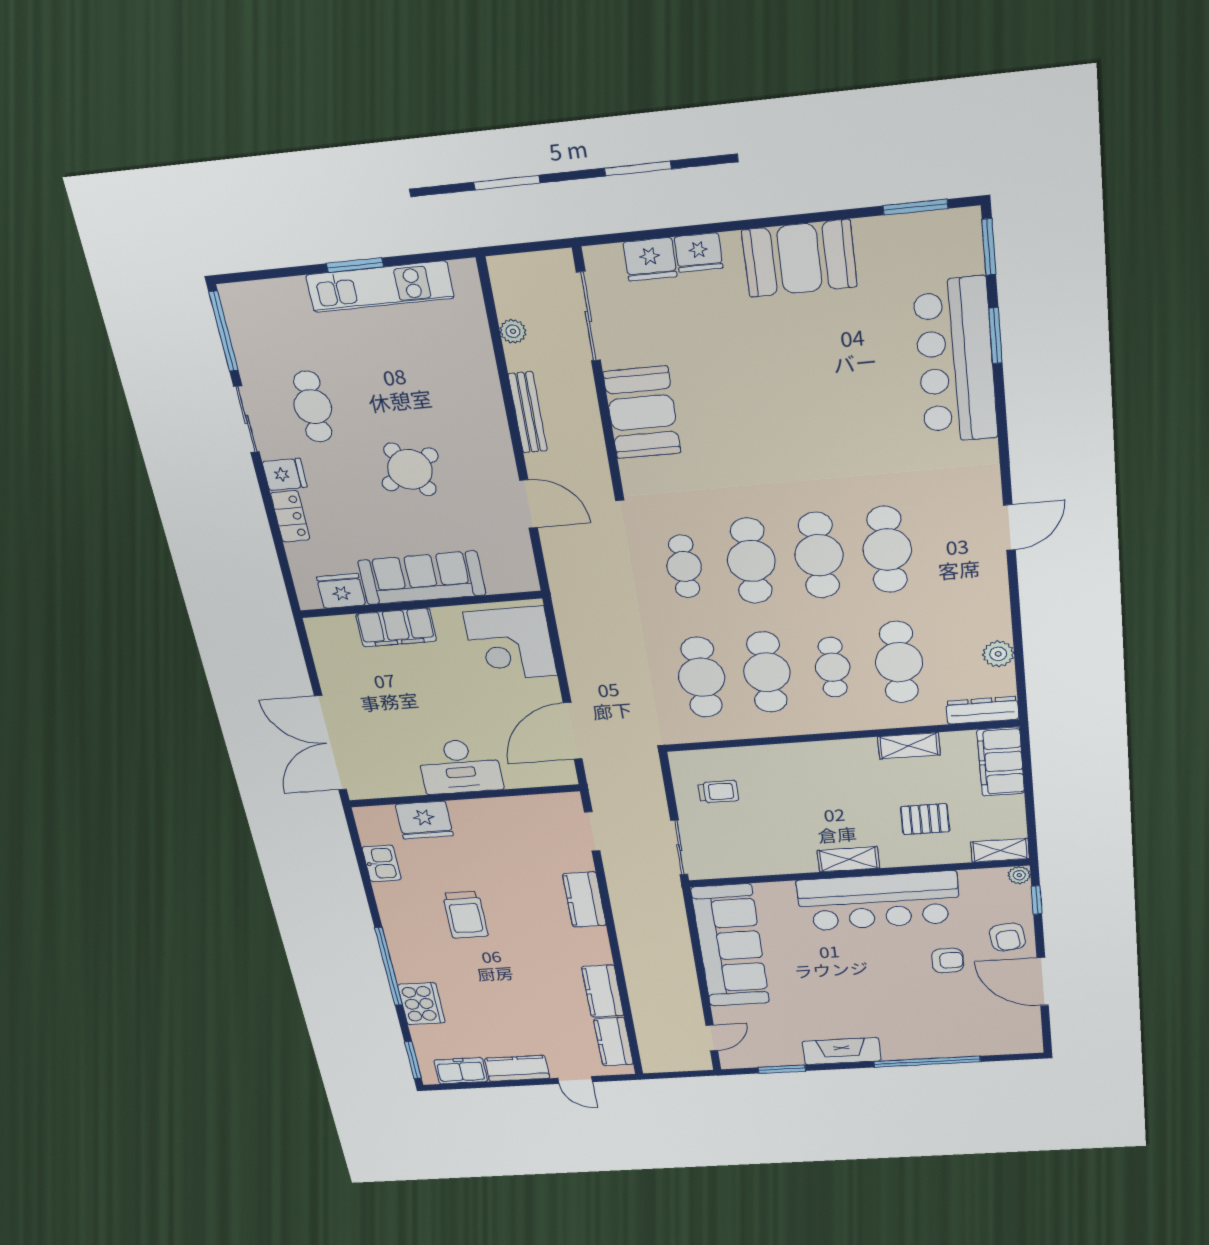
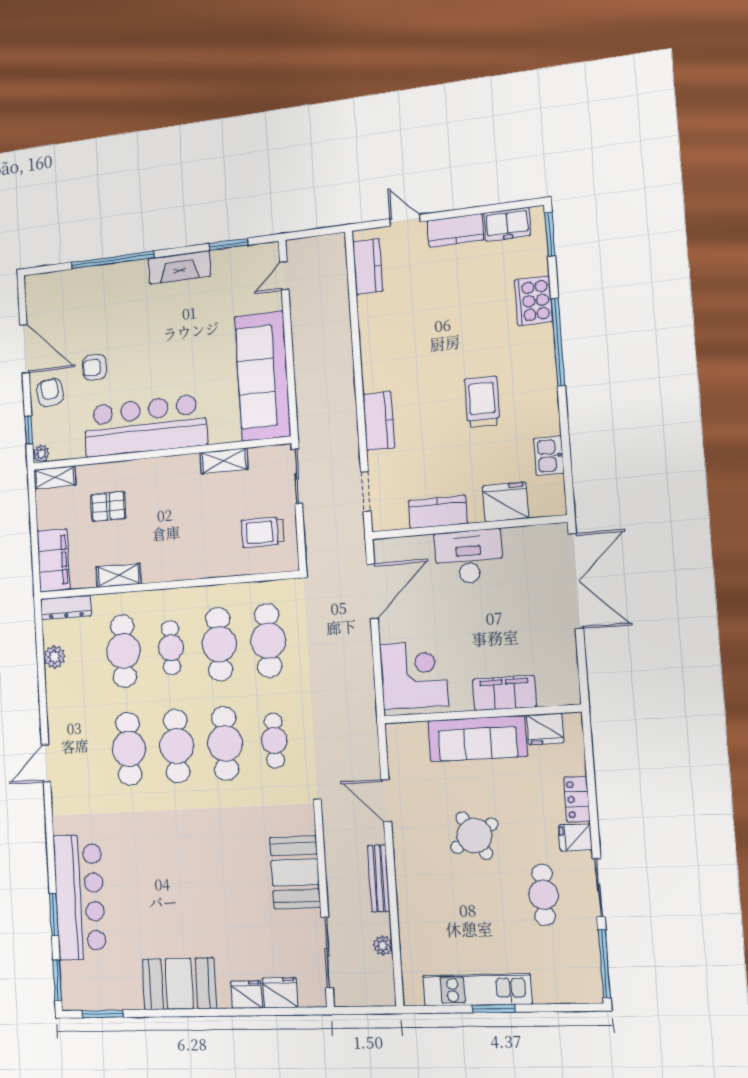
trolley: (718, 792) -> (262, 532), width x1.36, depth x1.39
shelving: (848, 859) -> (224, 461), moved
kitchen counter: (603, 991) -> (438, 512), moved, turned -90

